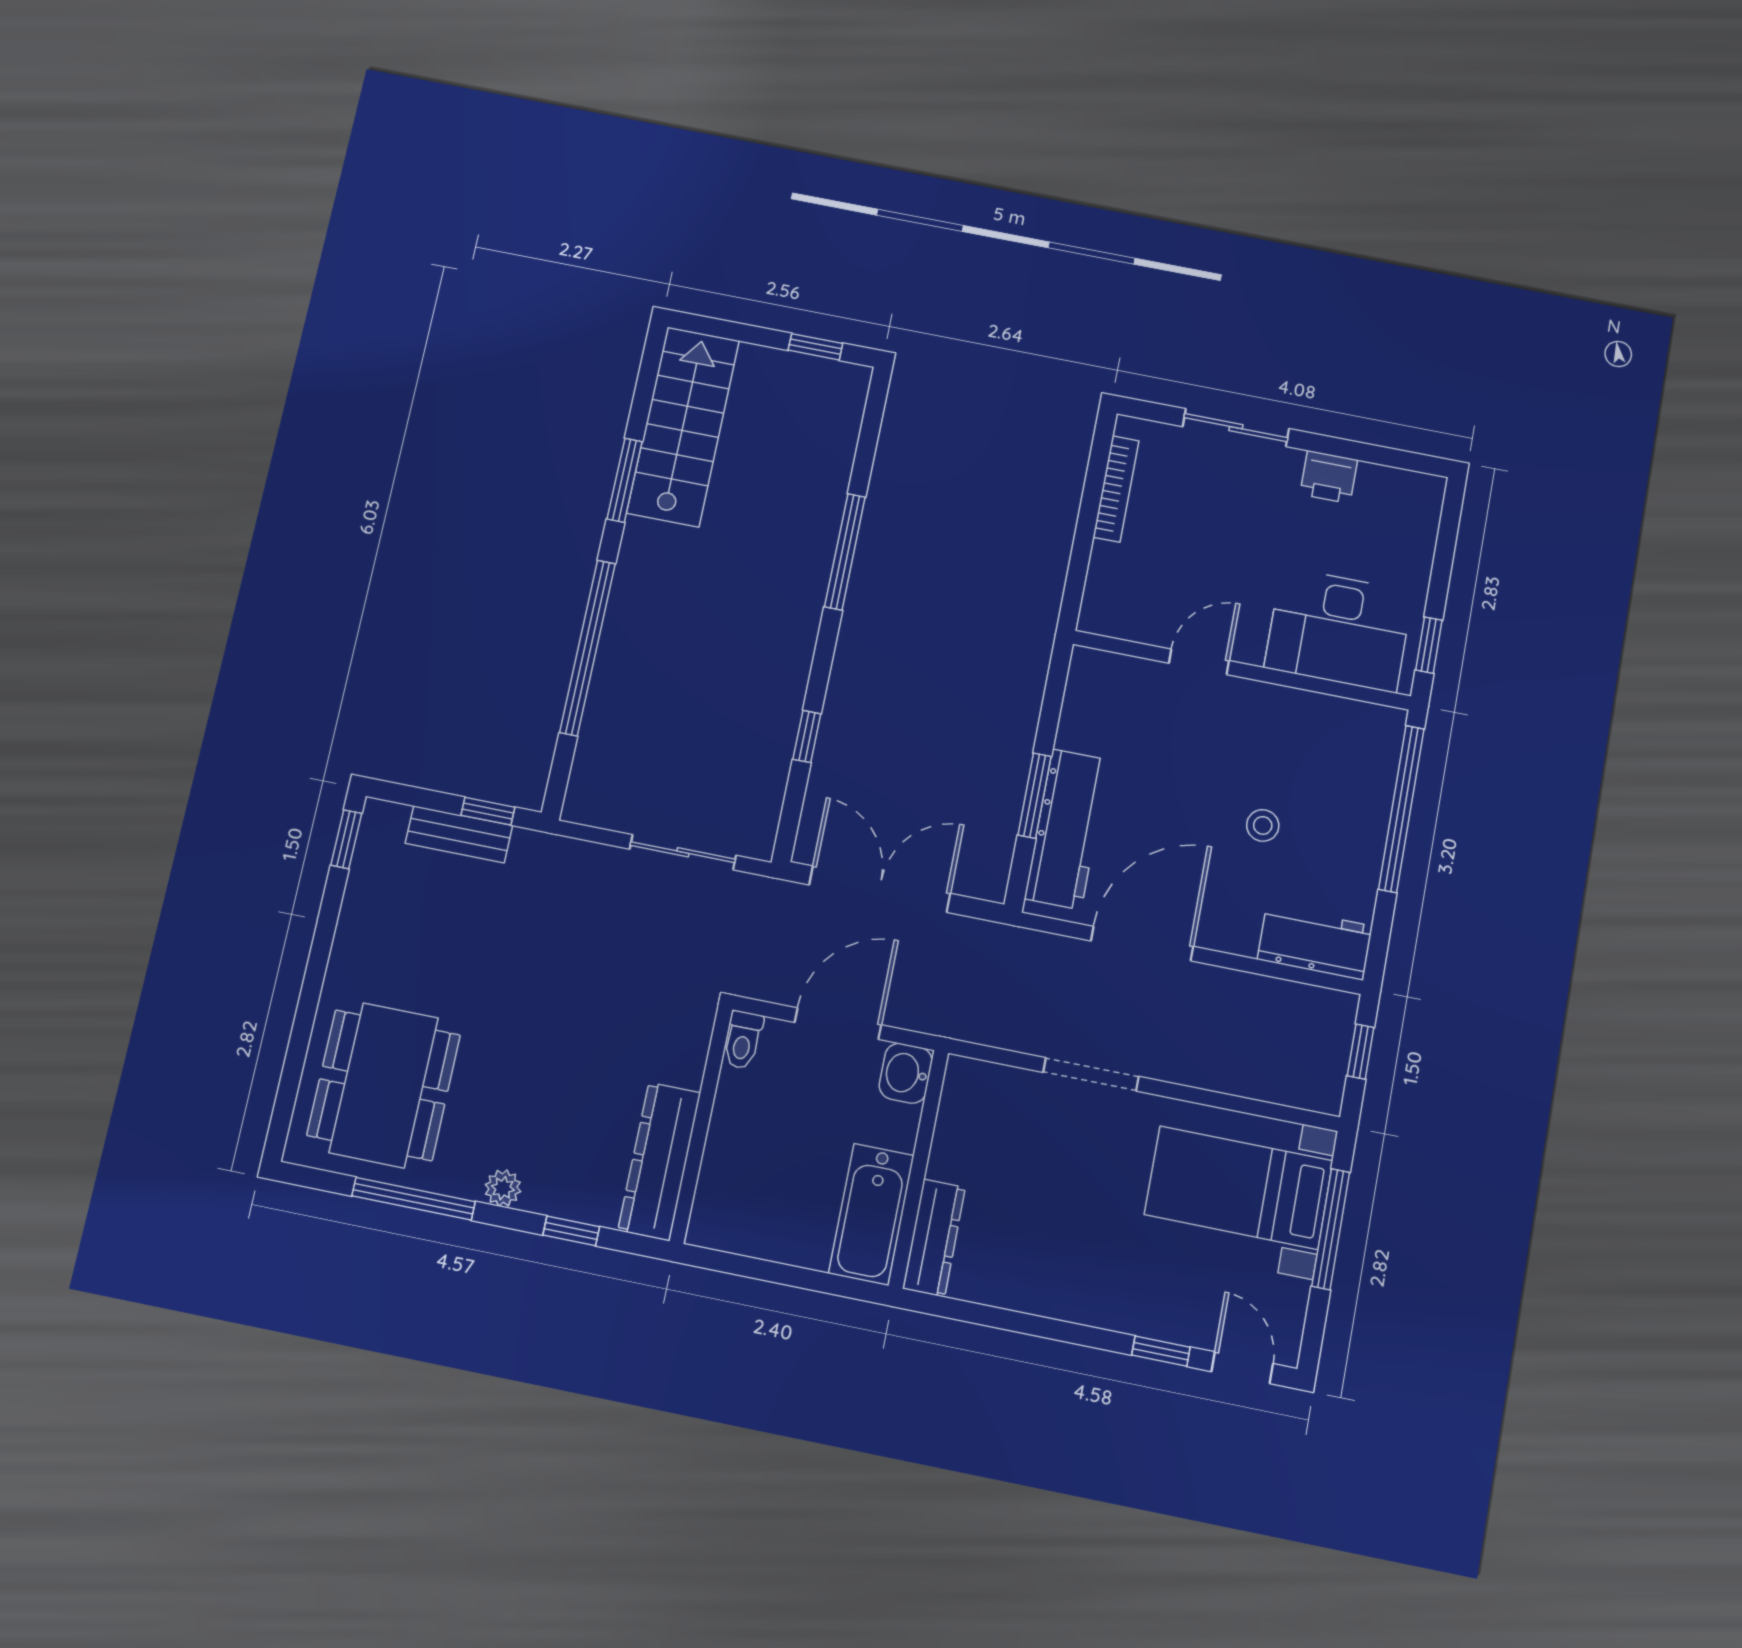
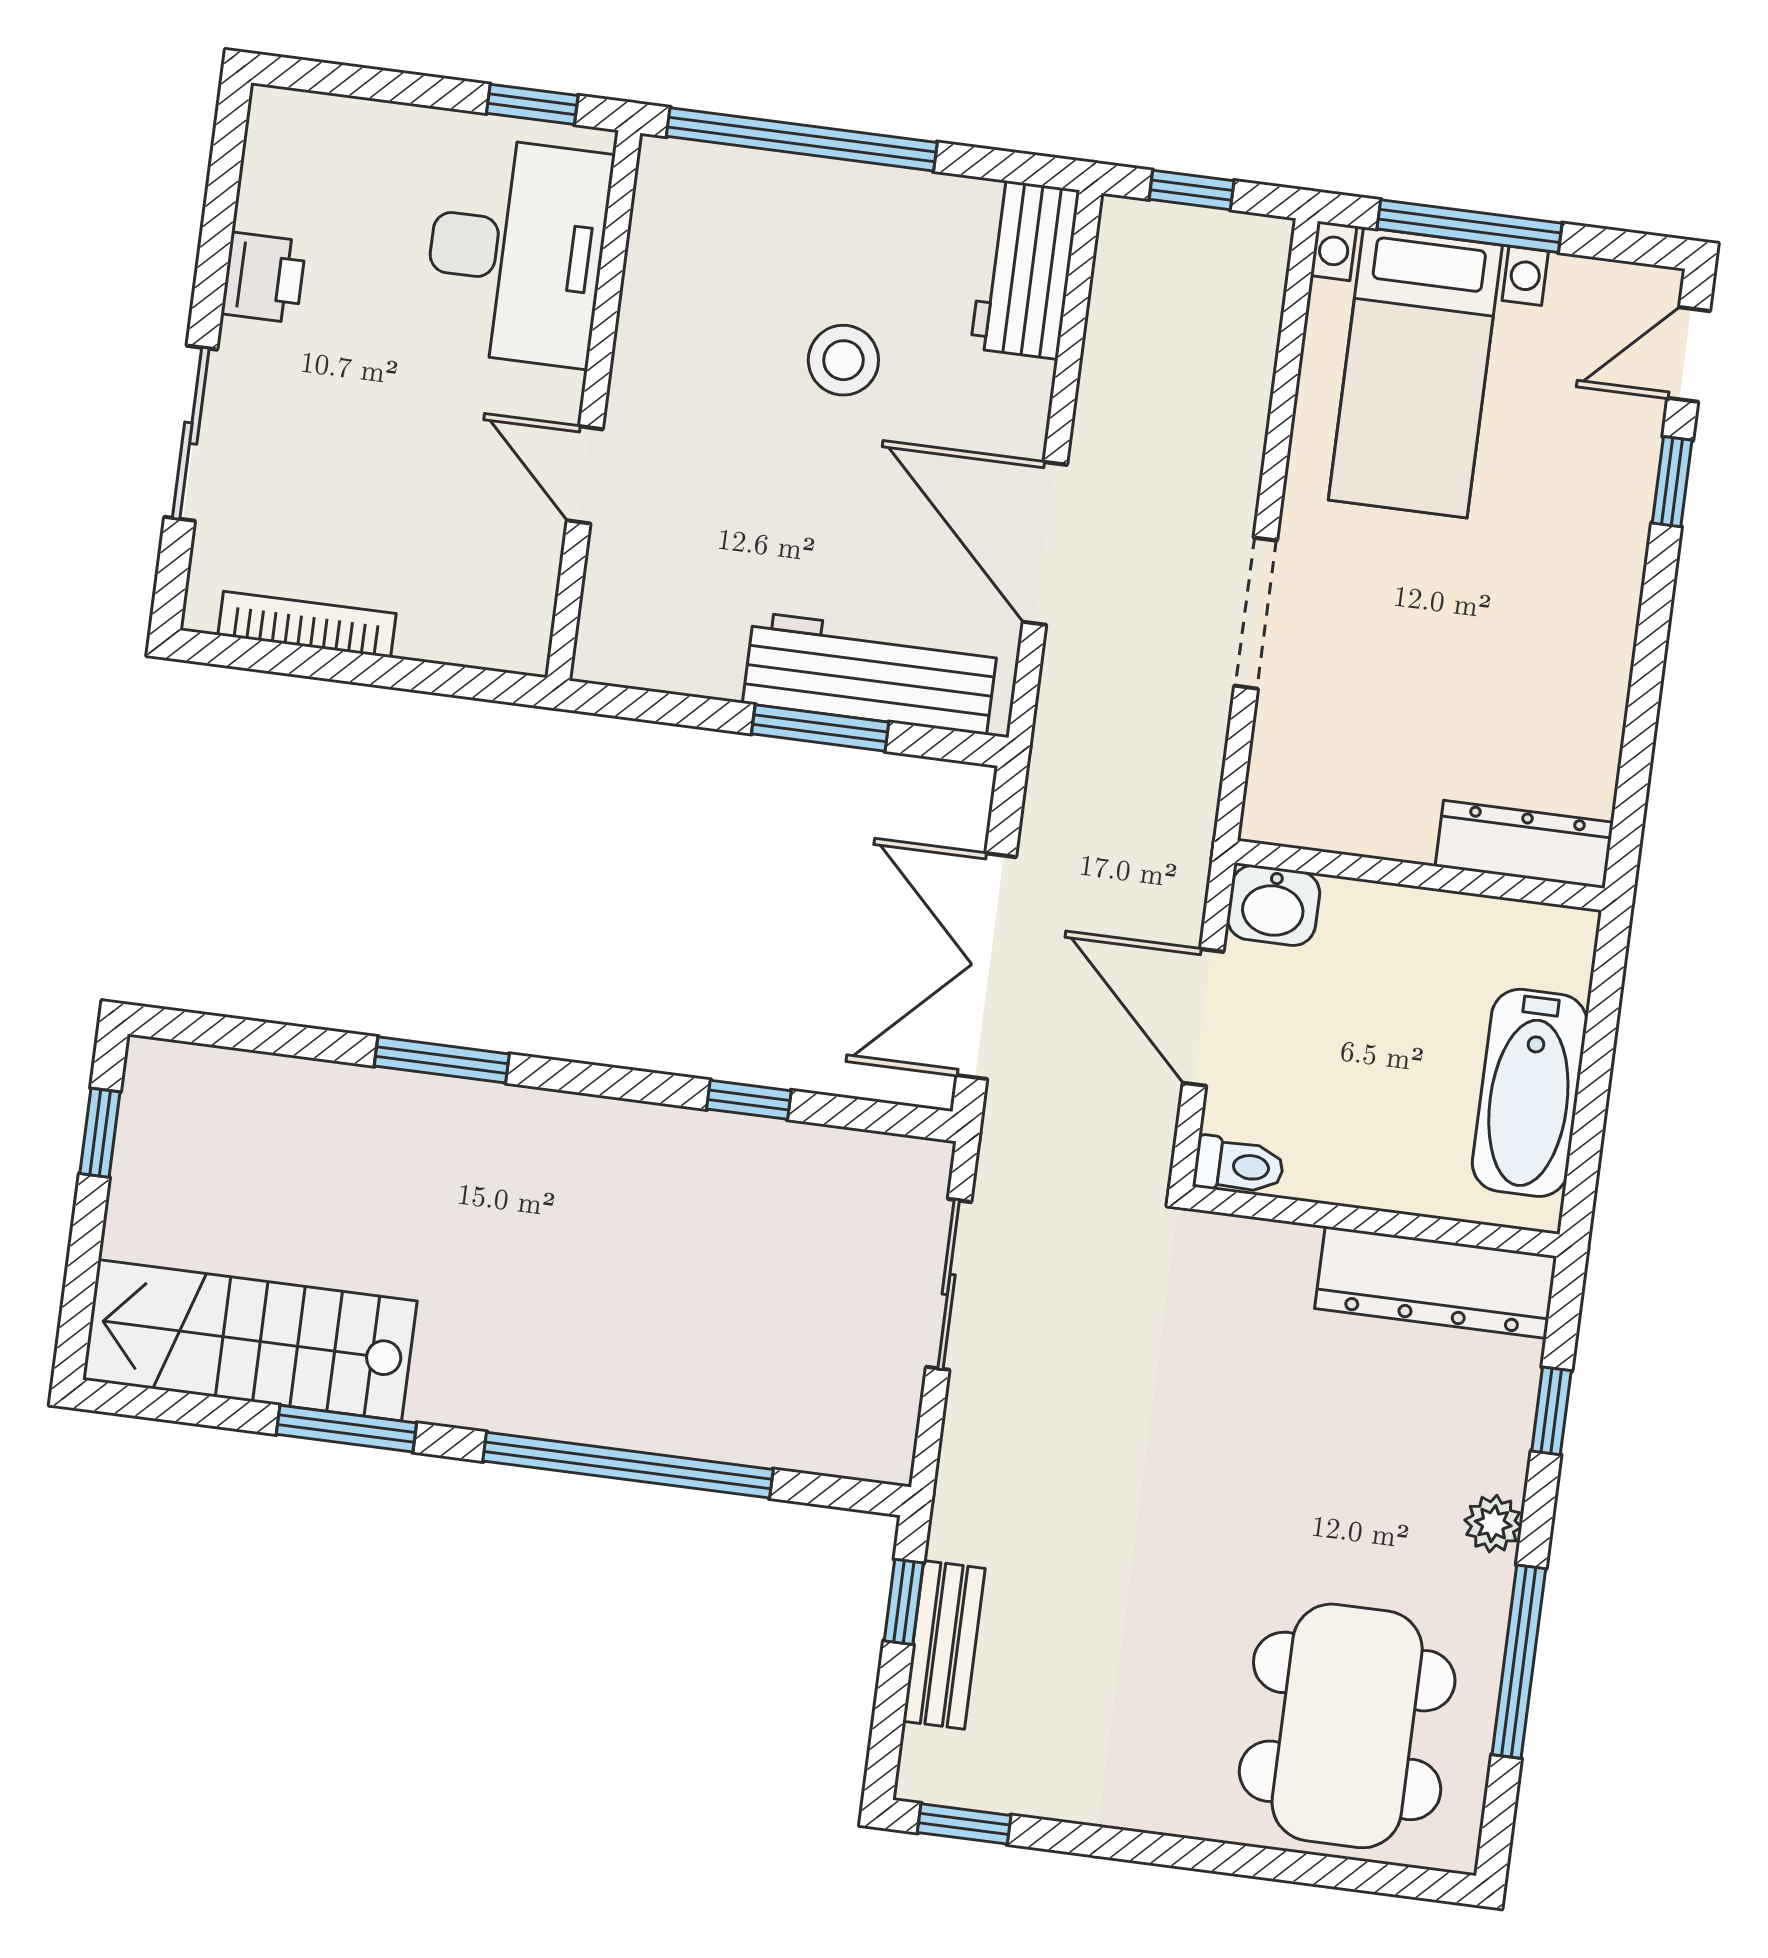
window: (845, 552) -> (442, 1060), width x0.69
stool: (1263, 825) -> (843, 360), width x1.37, depth x1.37
dining table: (384, 1085) -> (1347, 1726), turned 90
bathtub: (871, 1214) -> (1530, 1093), moved, turned 90

